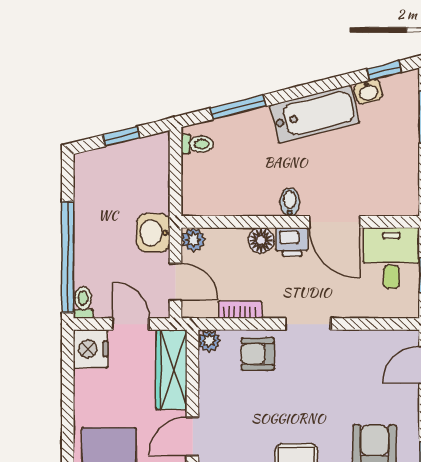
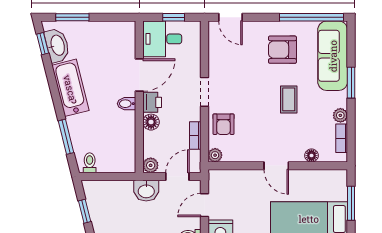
washbasin: (368, 91) -> (57, 45), width x1.91, depth x1.45
wardrobe: (171, 370) -> (234, 179), removed

